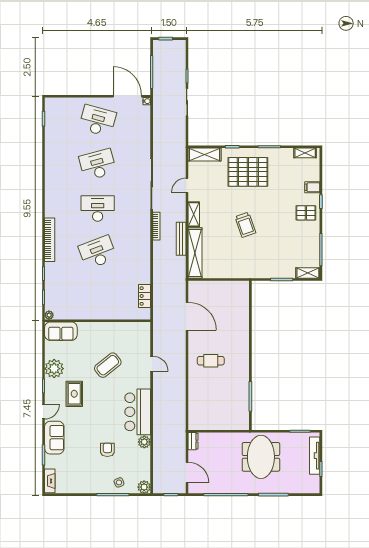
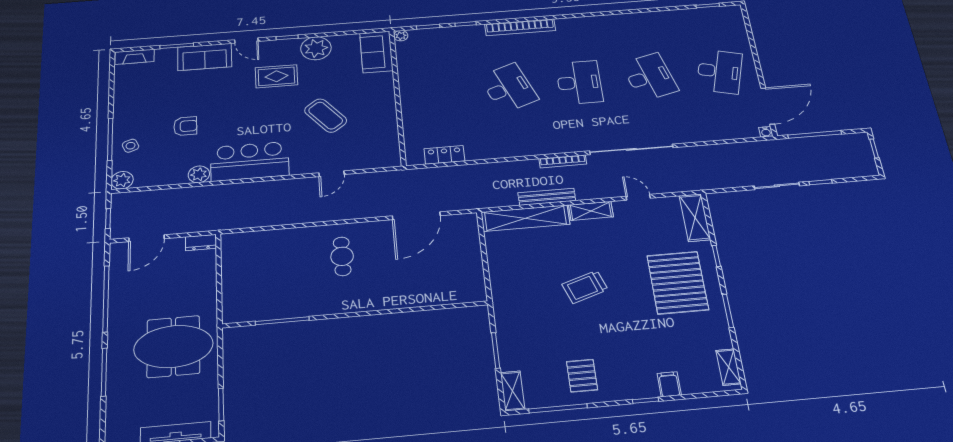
pallet: (306, 213) -> (582, 376), moved

